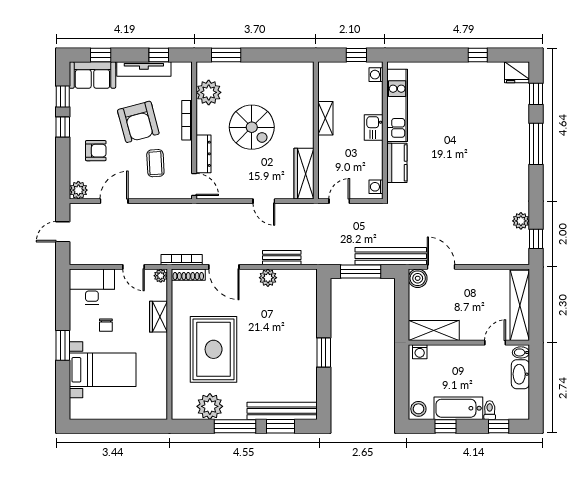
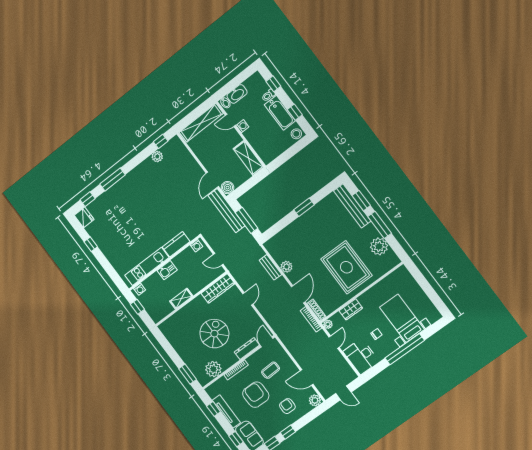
armchair: (138, 122) -> (256, 395), turned -75
window: (63, 345) -> (405, 349), width x2.11
rug: (214, 349) -> (346, 267), turned 90
washing machine: (420, 352) -> (242, 126), moved

